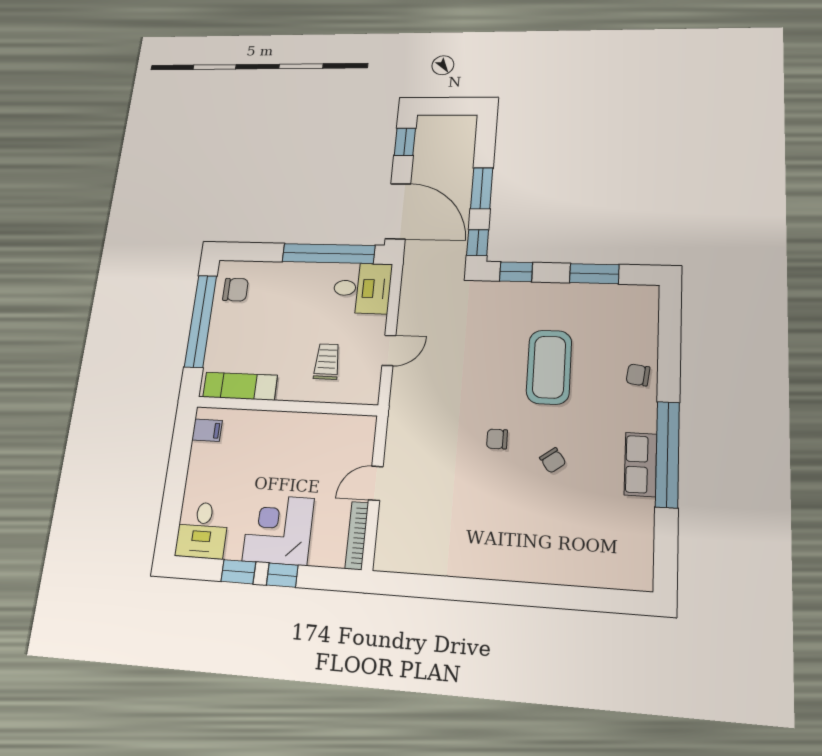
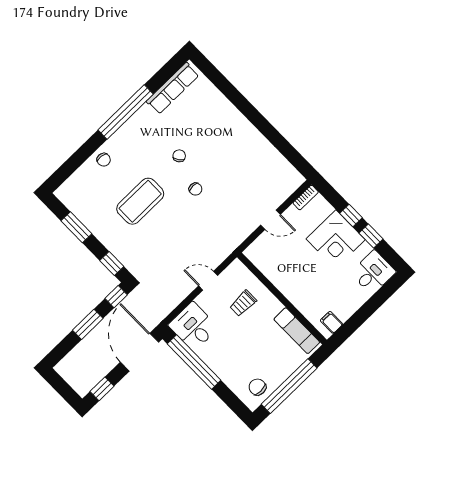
row of seats: (640, 464) -> (173, 88), moved, width x1.48
bookcase: (357, 536) -> (306, 198), width x0.64

